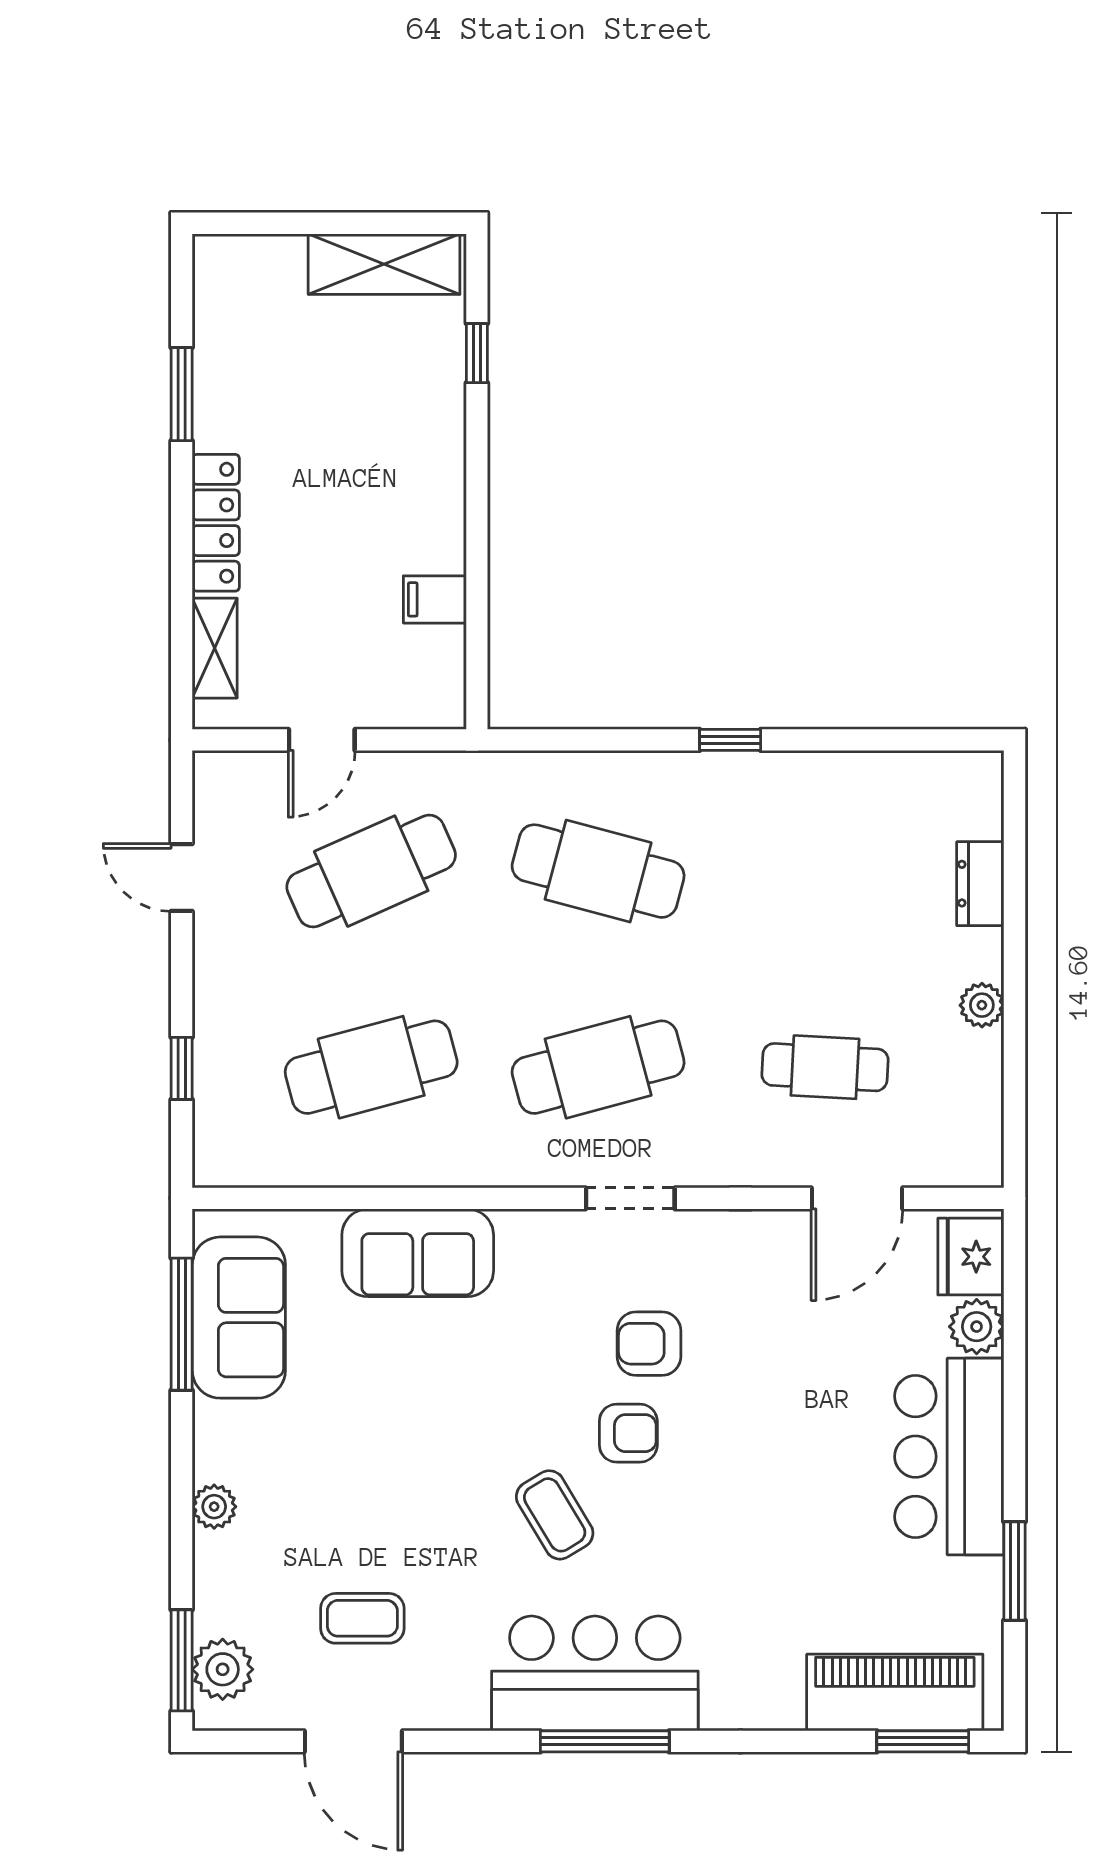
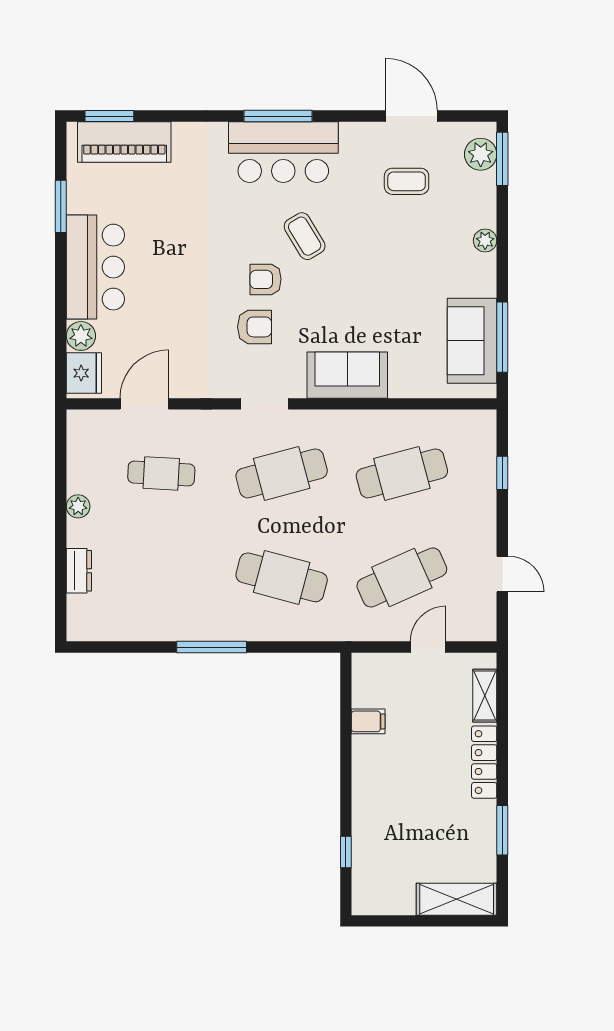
shelving: (384, 264) -> (457, 899), moved
window: (730, 740) -> (212, 647), width x2.17
sofa: (418, 1253) -> (347, 375), moved

